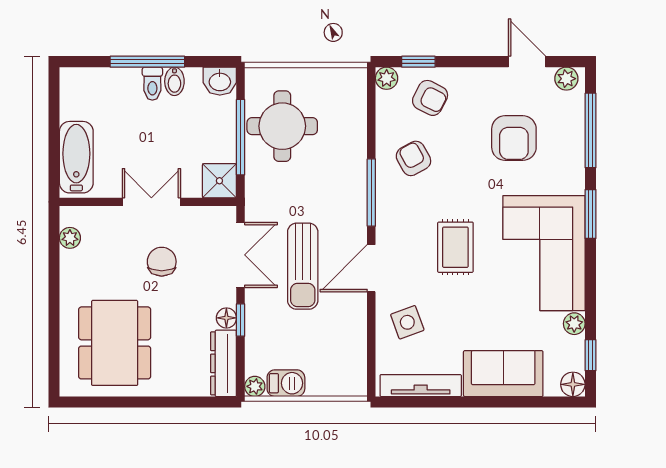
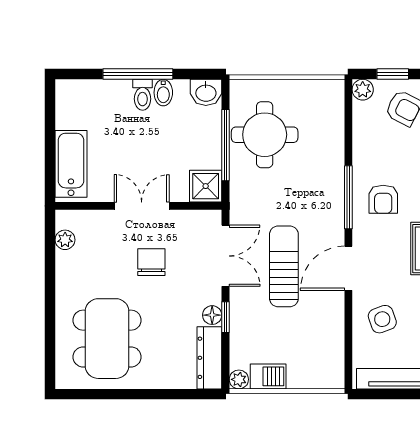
armchair: (413, 158) -> (383, 199), moved, turned -151
sun lounger: (303, 266) -> (284, 266), turned 180

